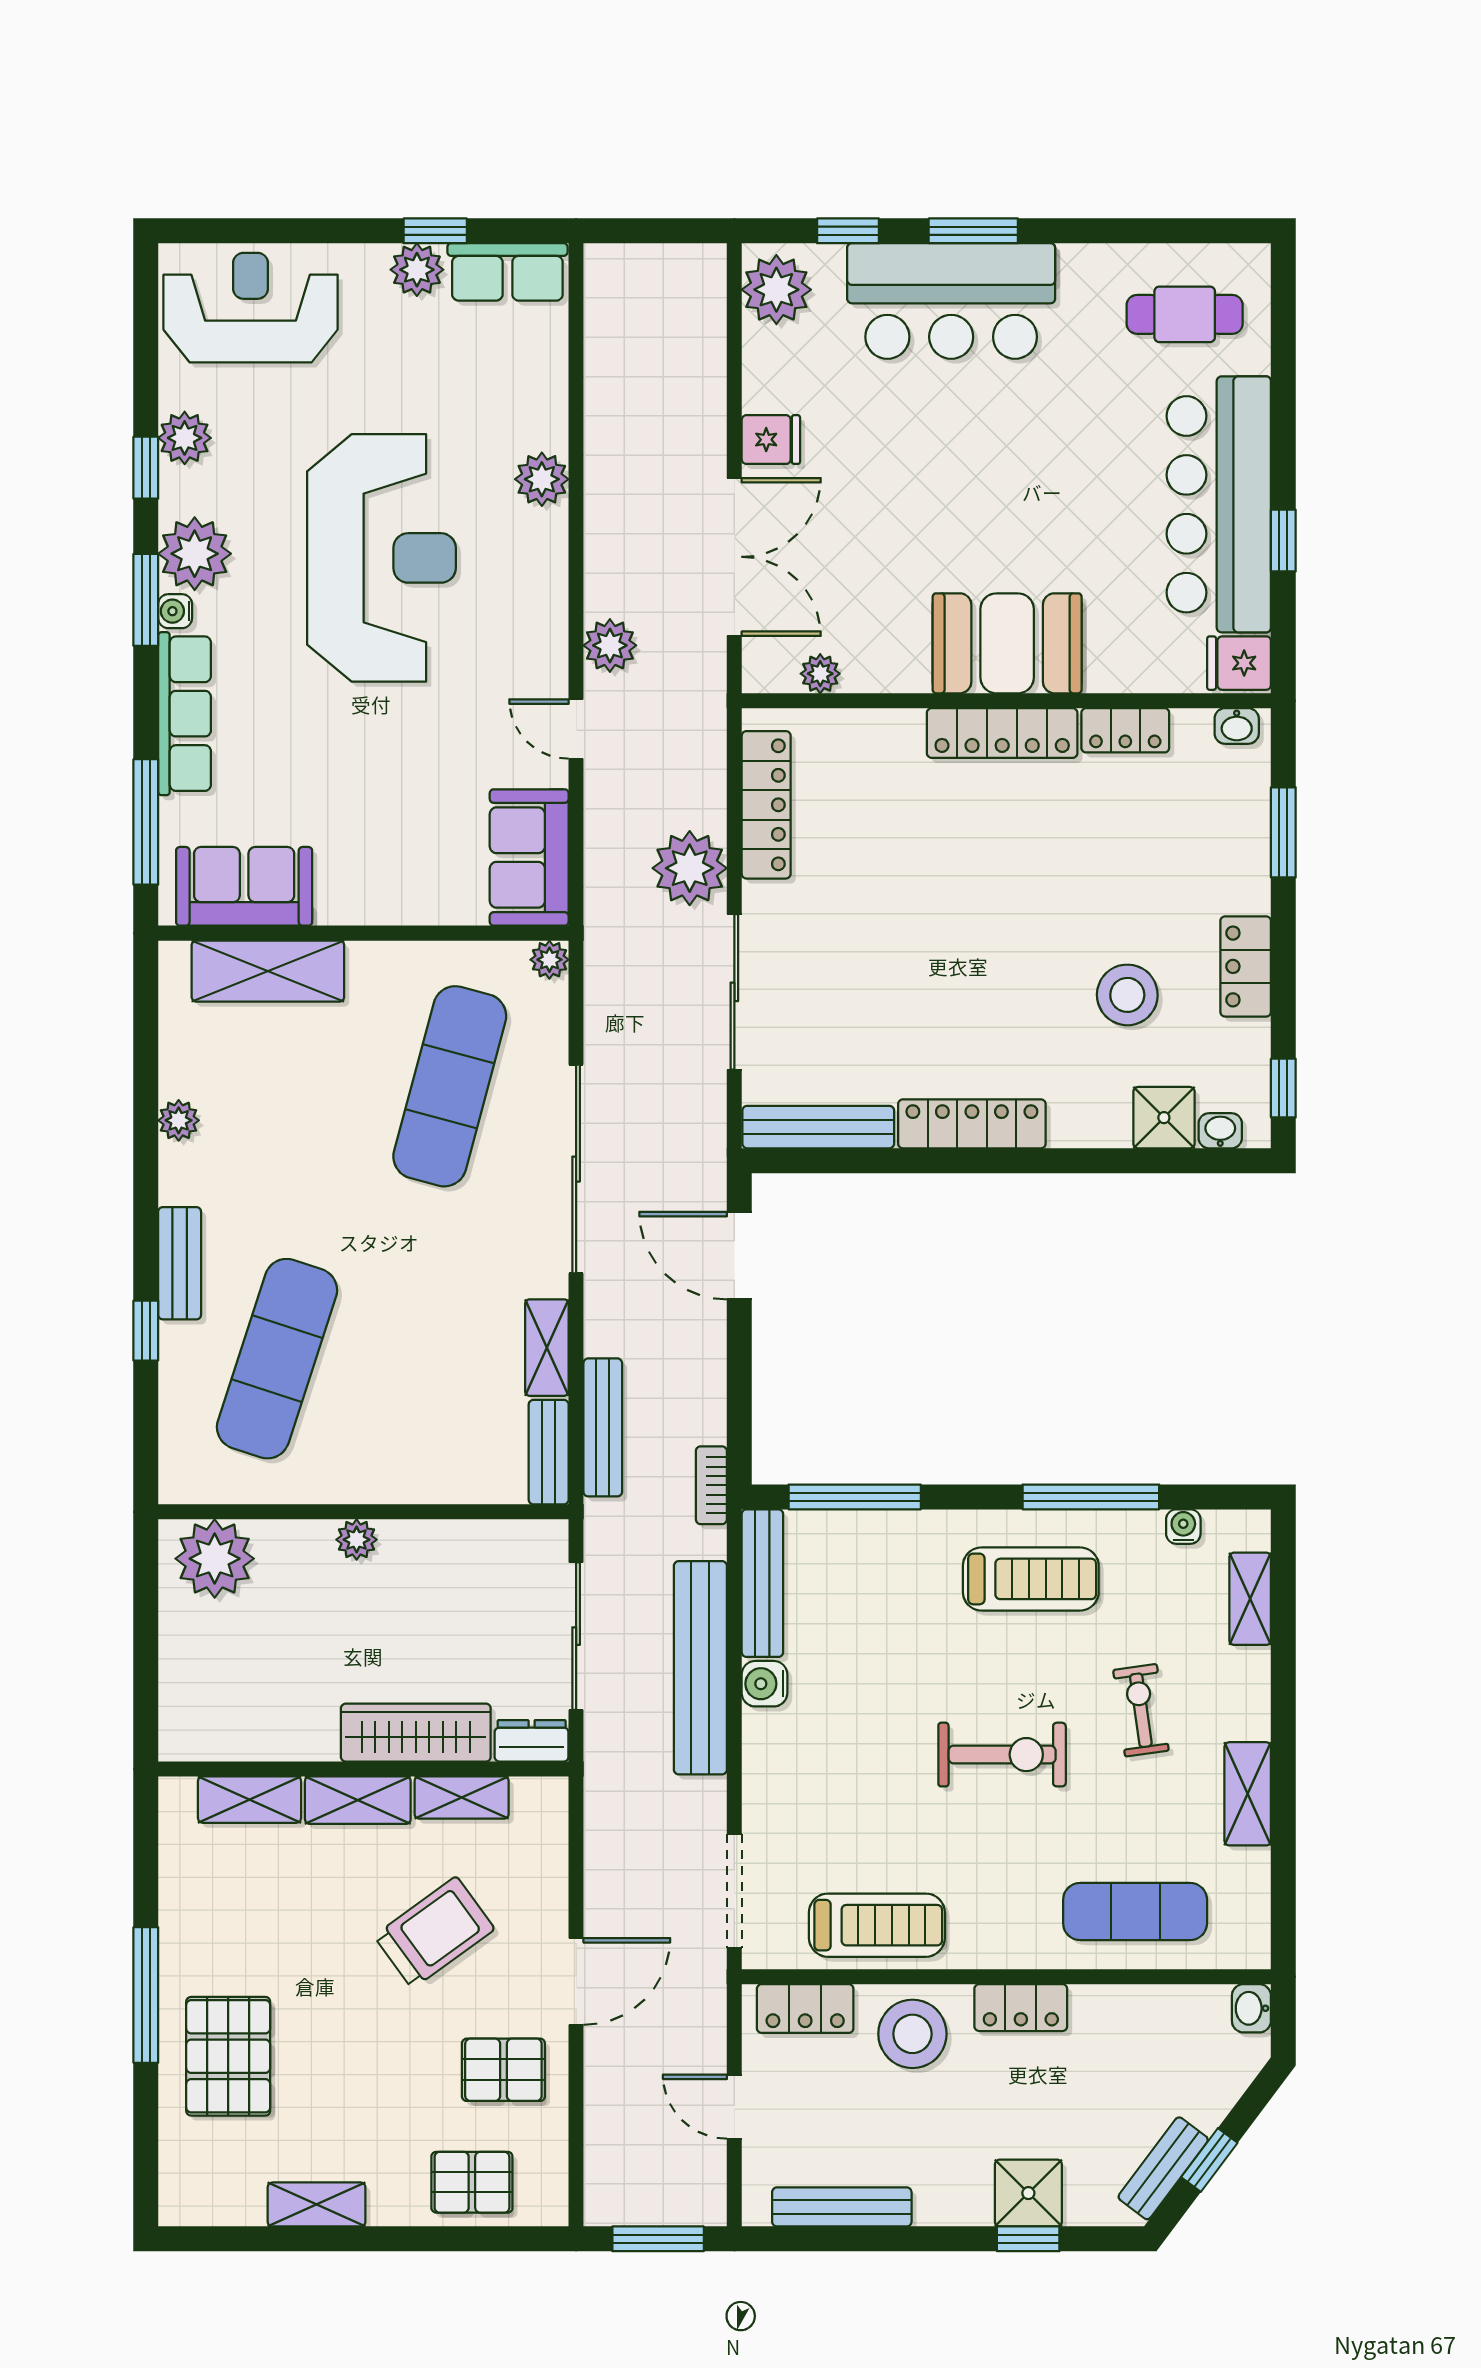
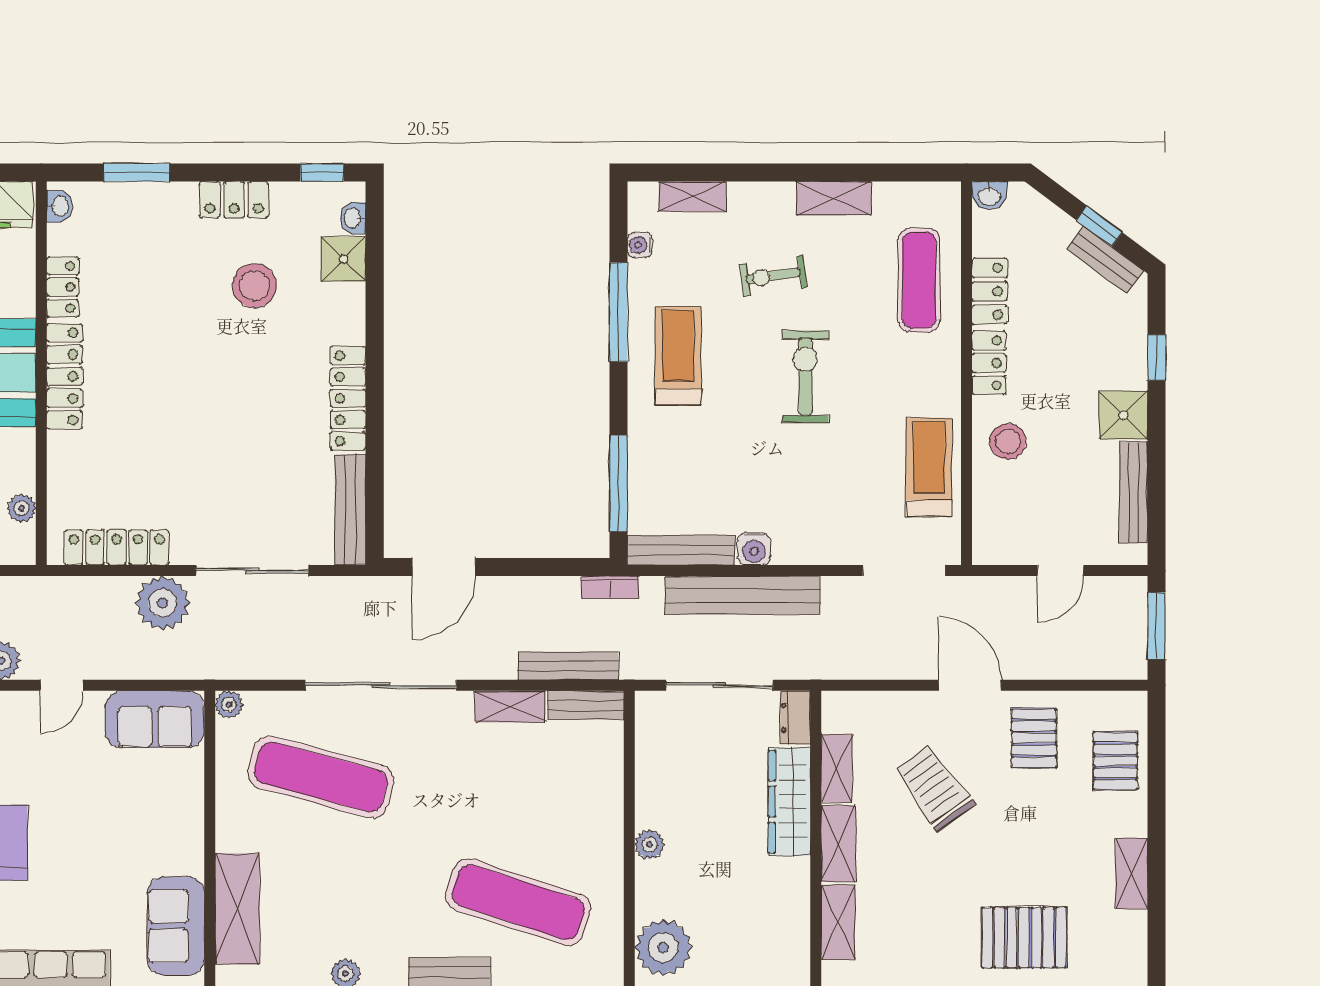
locker: (805, 2009) -> (989, 291), moved
stool: (912, 2034) -> (1008, 441), width x0.73, depth x0.73
shower: (1028, 2193) -> (1123, 415), moved

